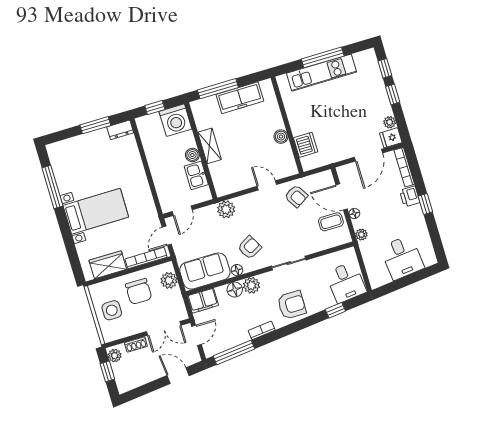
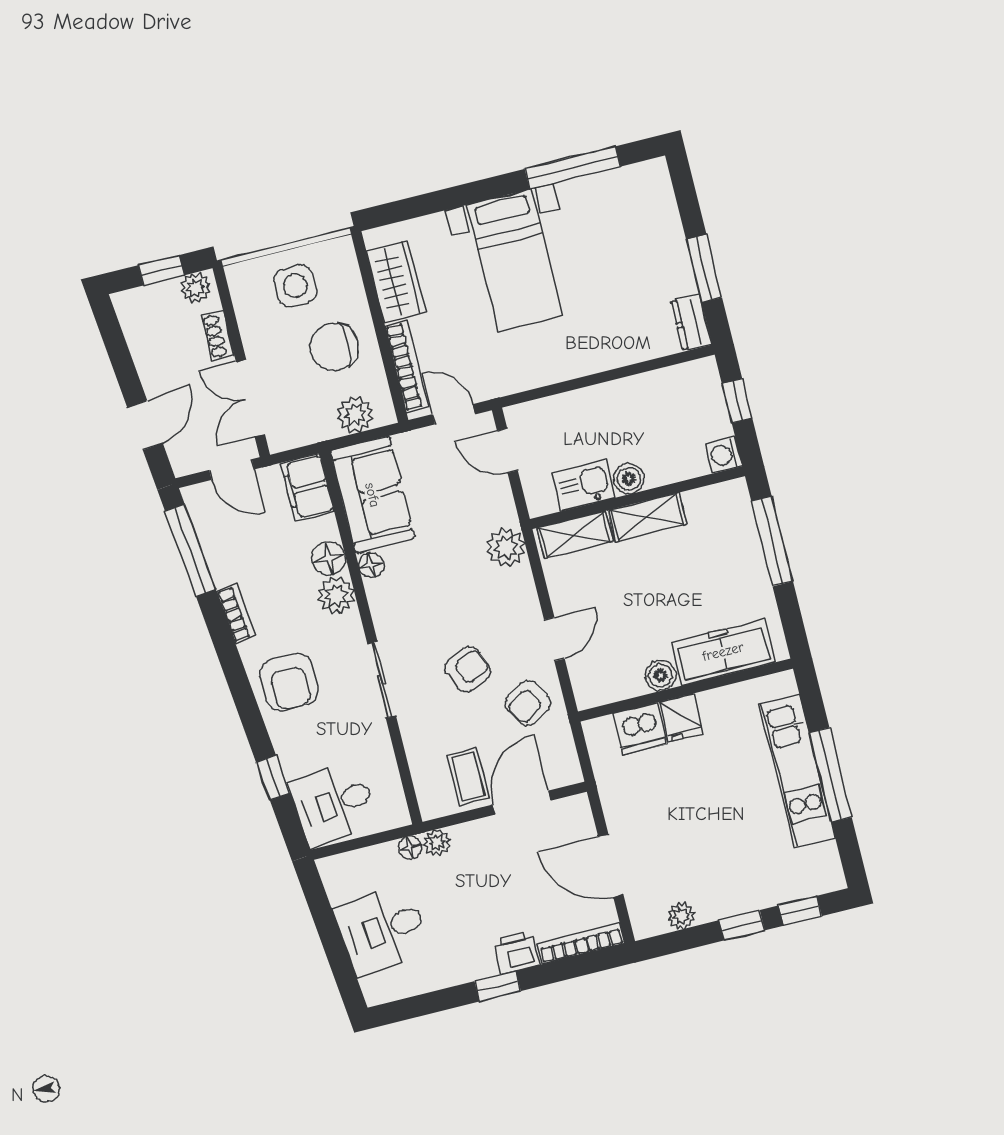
freezer: (240, 98) -> (723, 652), moved, turned 90
washing machine: (175, 120) -> (724, 455), width x0.53, depth x0.53
fridge: (391, 138) -> (681, 718), moved, turned 180
shelving: (219, 178) -> (575, 535), added
floor lamp: (354, 213) -> (410, 848), moved
armchair: (250, 247) -> (468, 669), moved, turned -84

